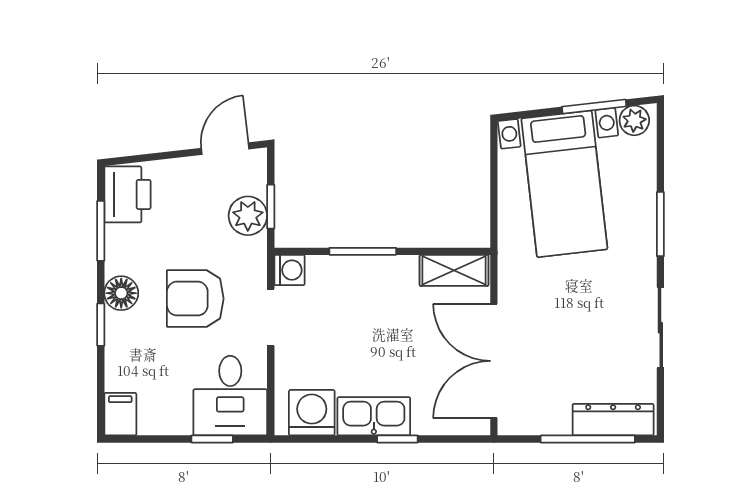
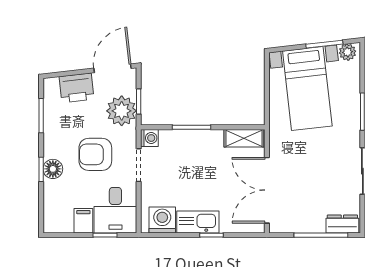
door: (225, 149) -> (112, 68), width x1.38
printer: (127, 194) -> (77, 88), moved, turned 83
plant: (248, 216) -> (122, 111), width x1.36, depth x1.36
floor lamp: (121, 293) -> (53, 169), moved
filing cabinet: (120, 414) -> (83, 221), moved
dresser: (613, 420) -> (342, 224), width x0.70

